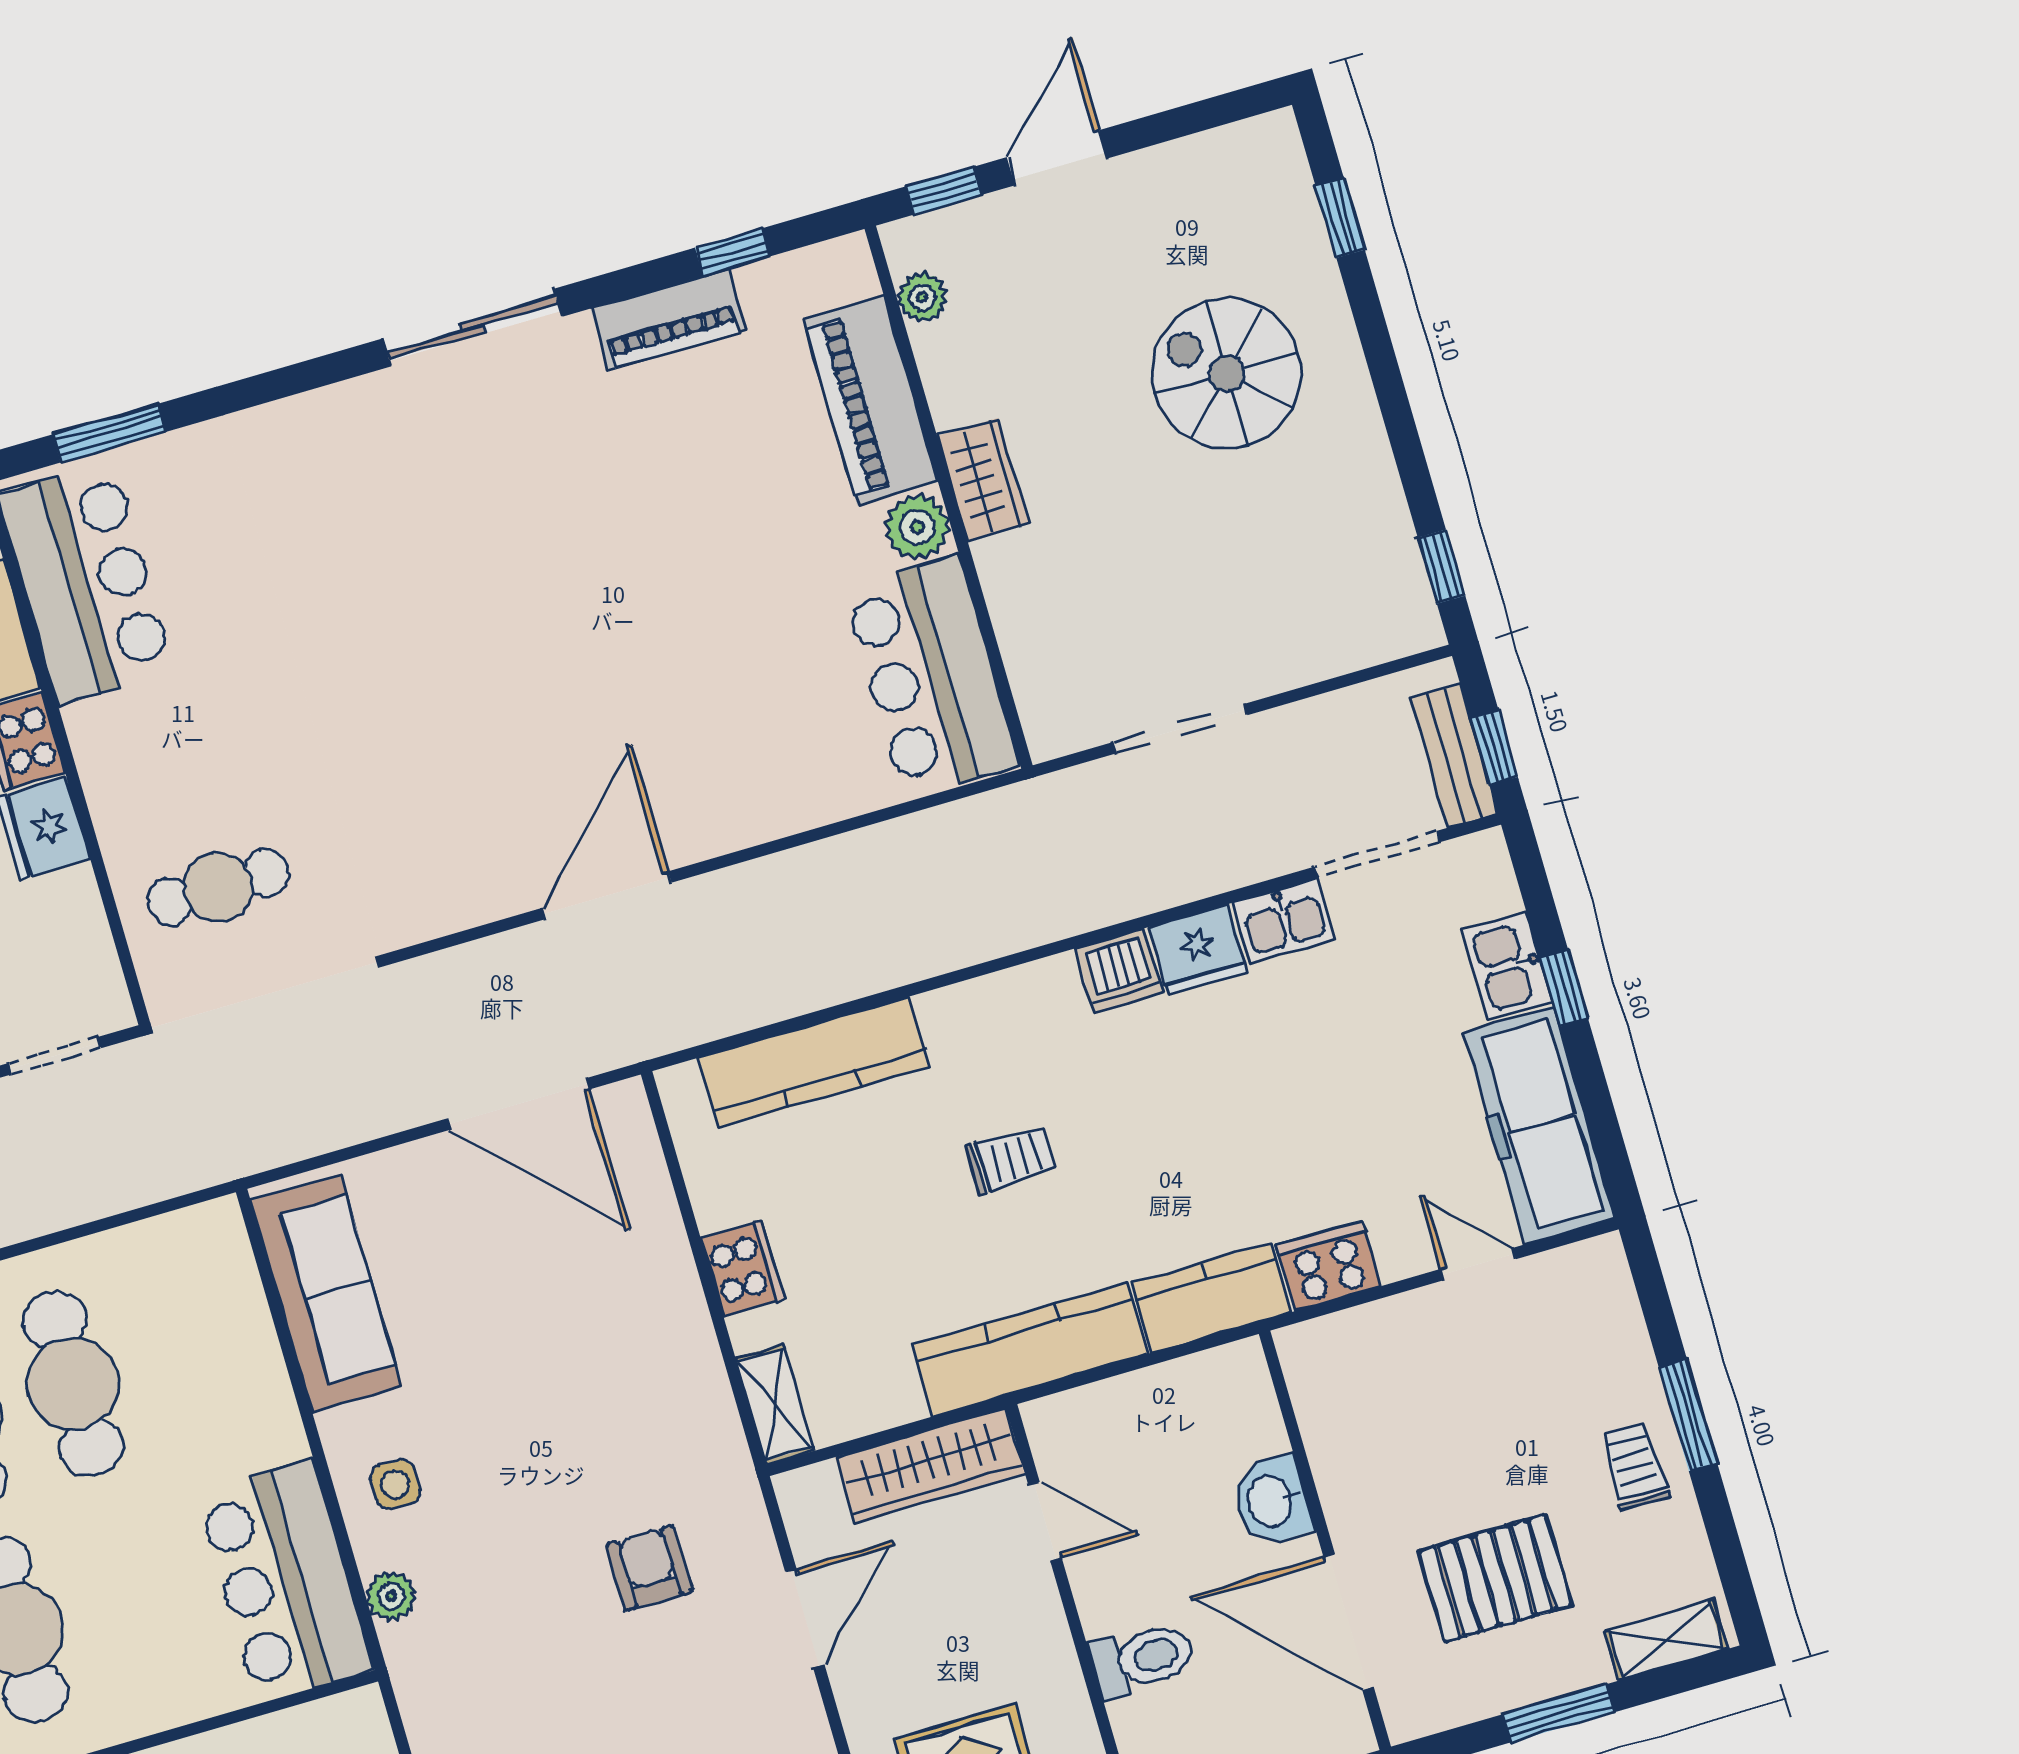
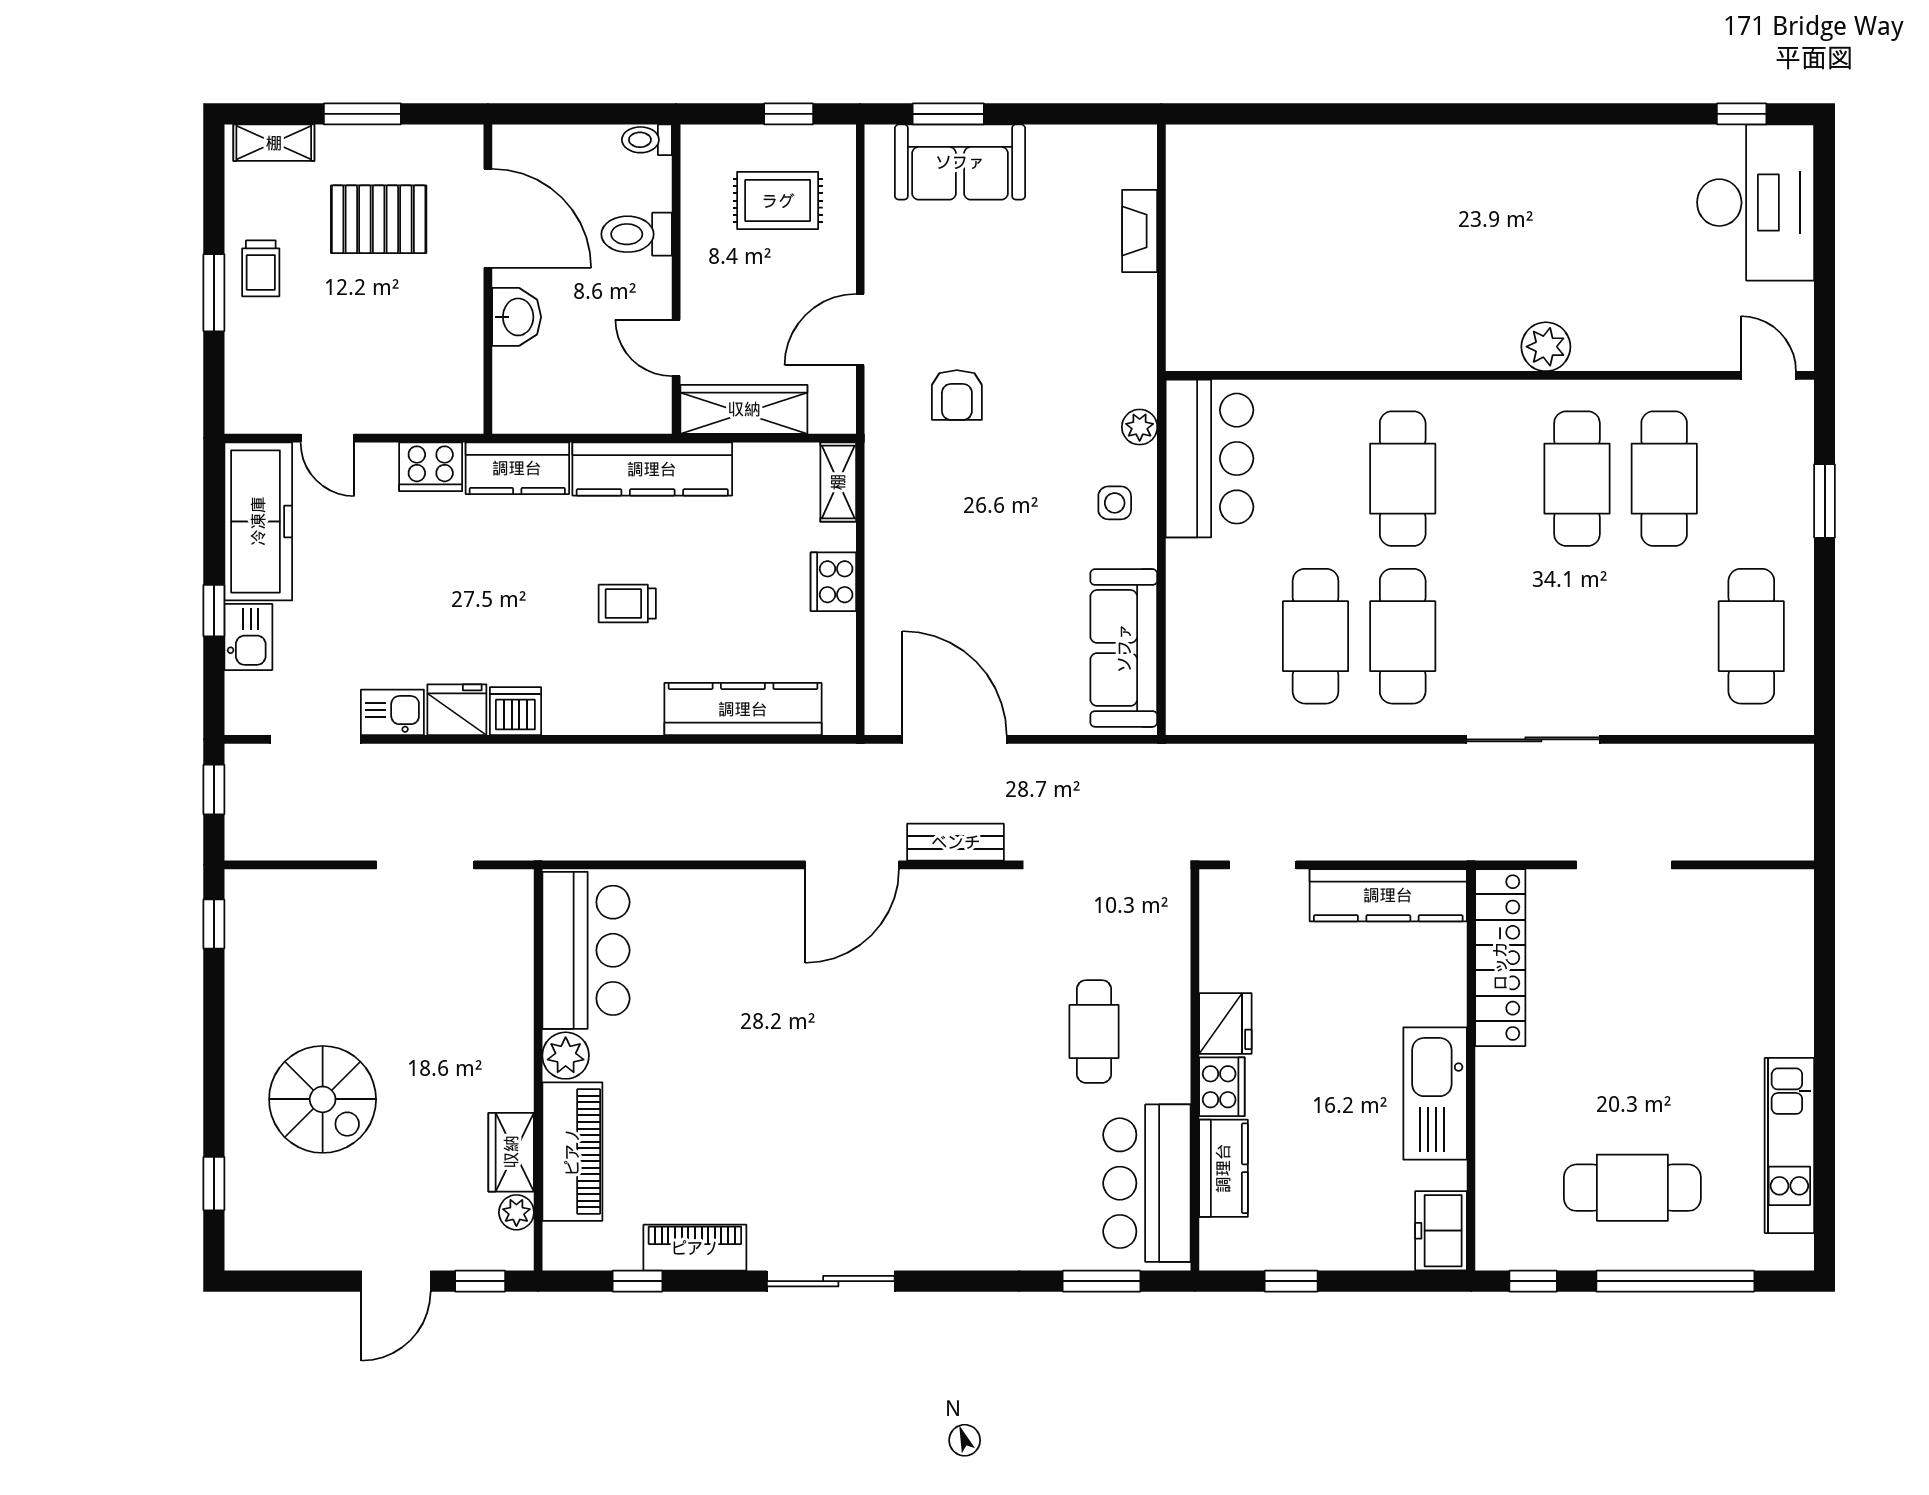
wardrobe: (983, 480) -> (511, 1152), moved
bench: (1454, 755) -> (956, 842), moved, turned 90
cafe table: (218, 887) -> (1094, 1032), moved, turned 90

